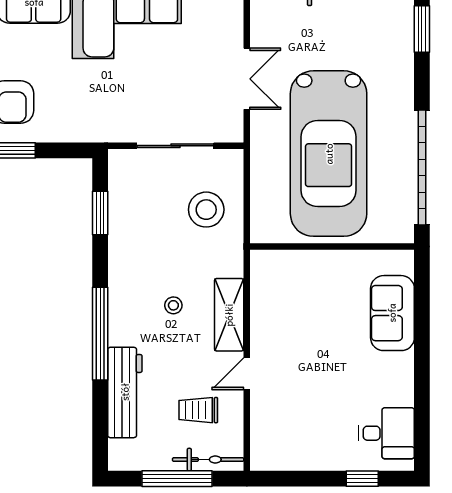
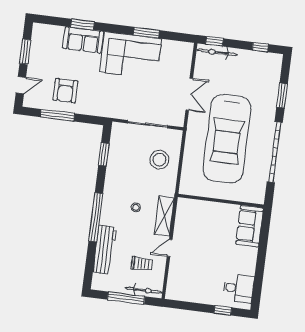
window: (422, 29) -> (282, 96), moved
wall: (332, 247) -> (221, 201), moved
trolley: (198, 410) -> (142, 264), turned 180

